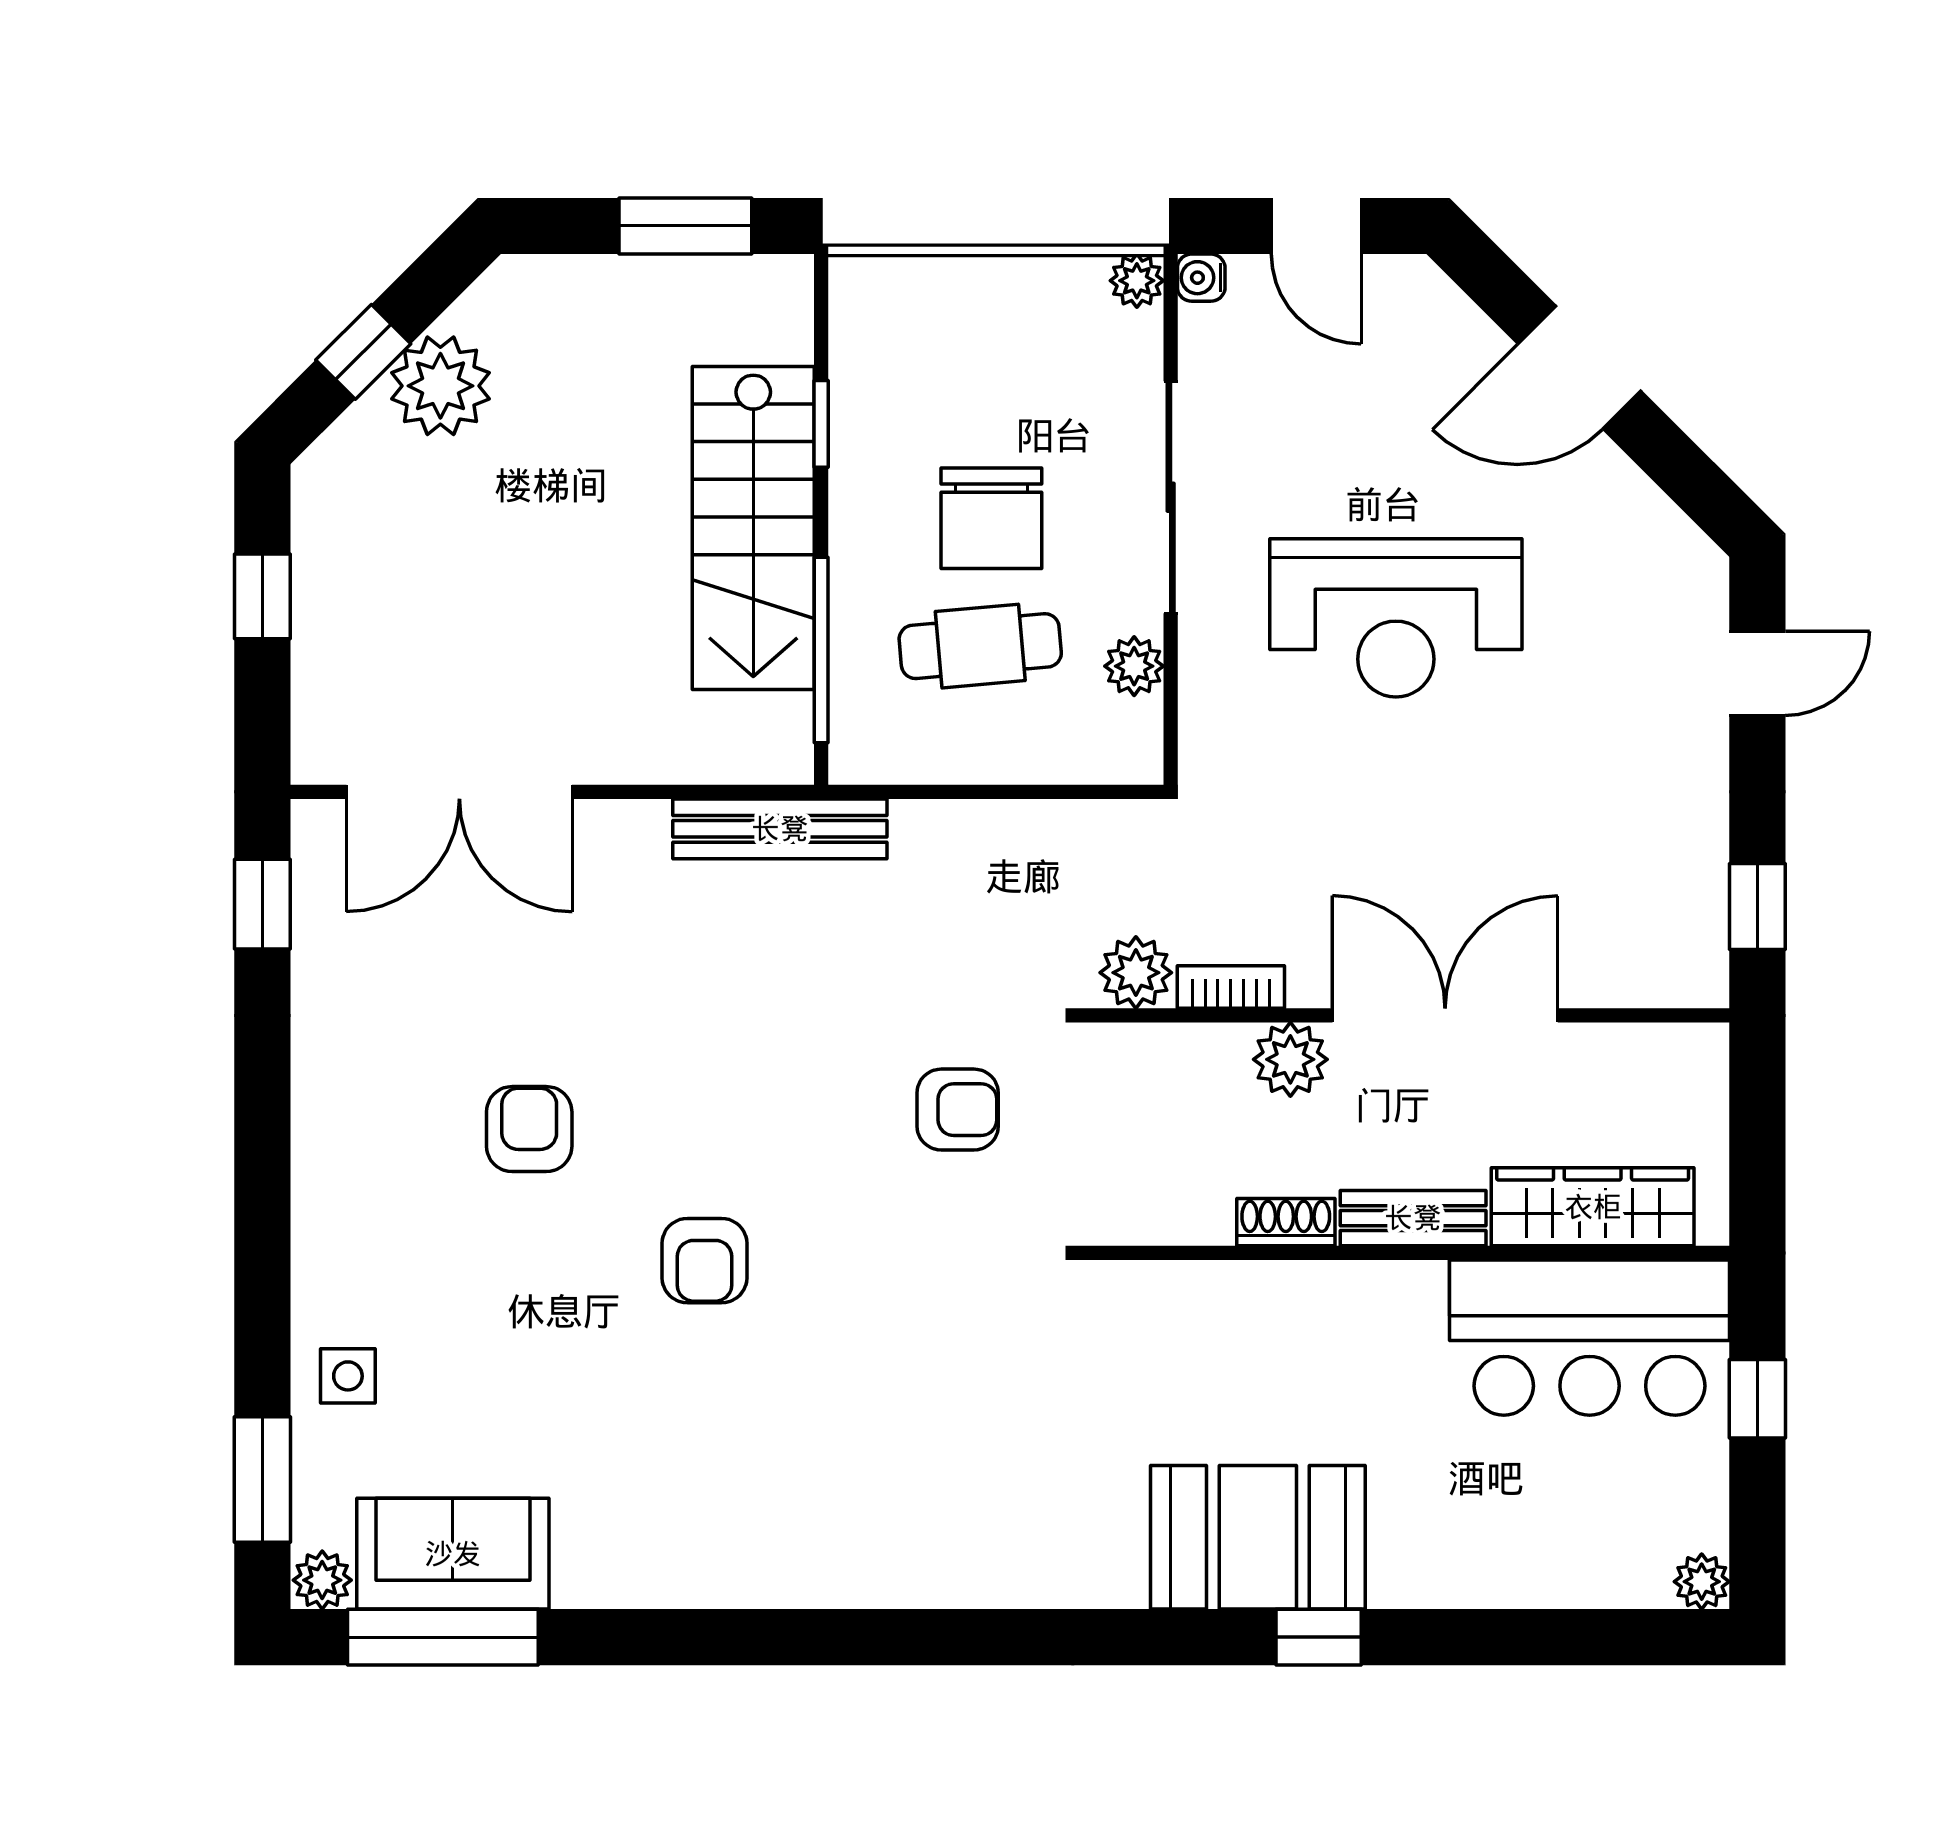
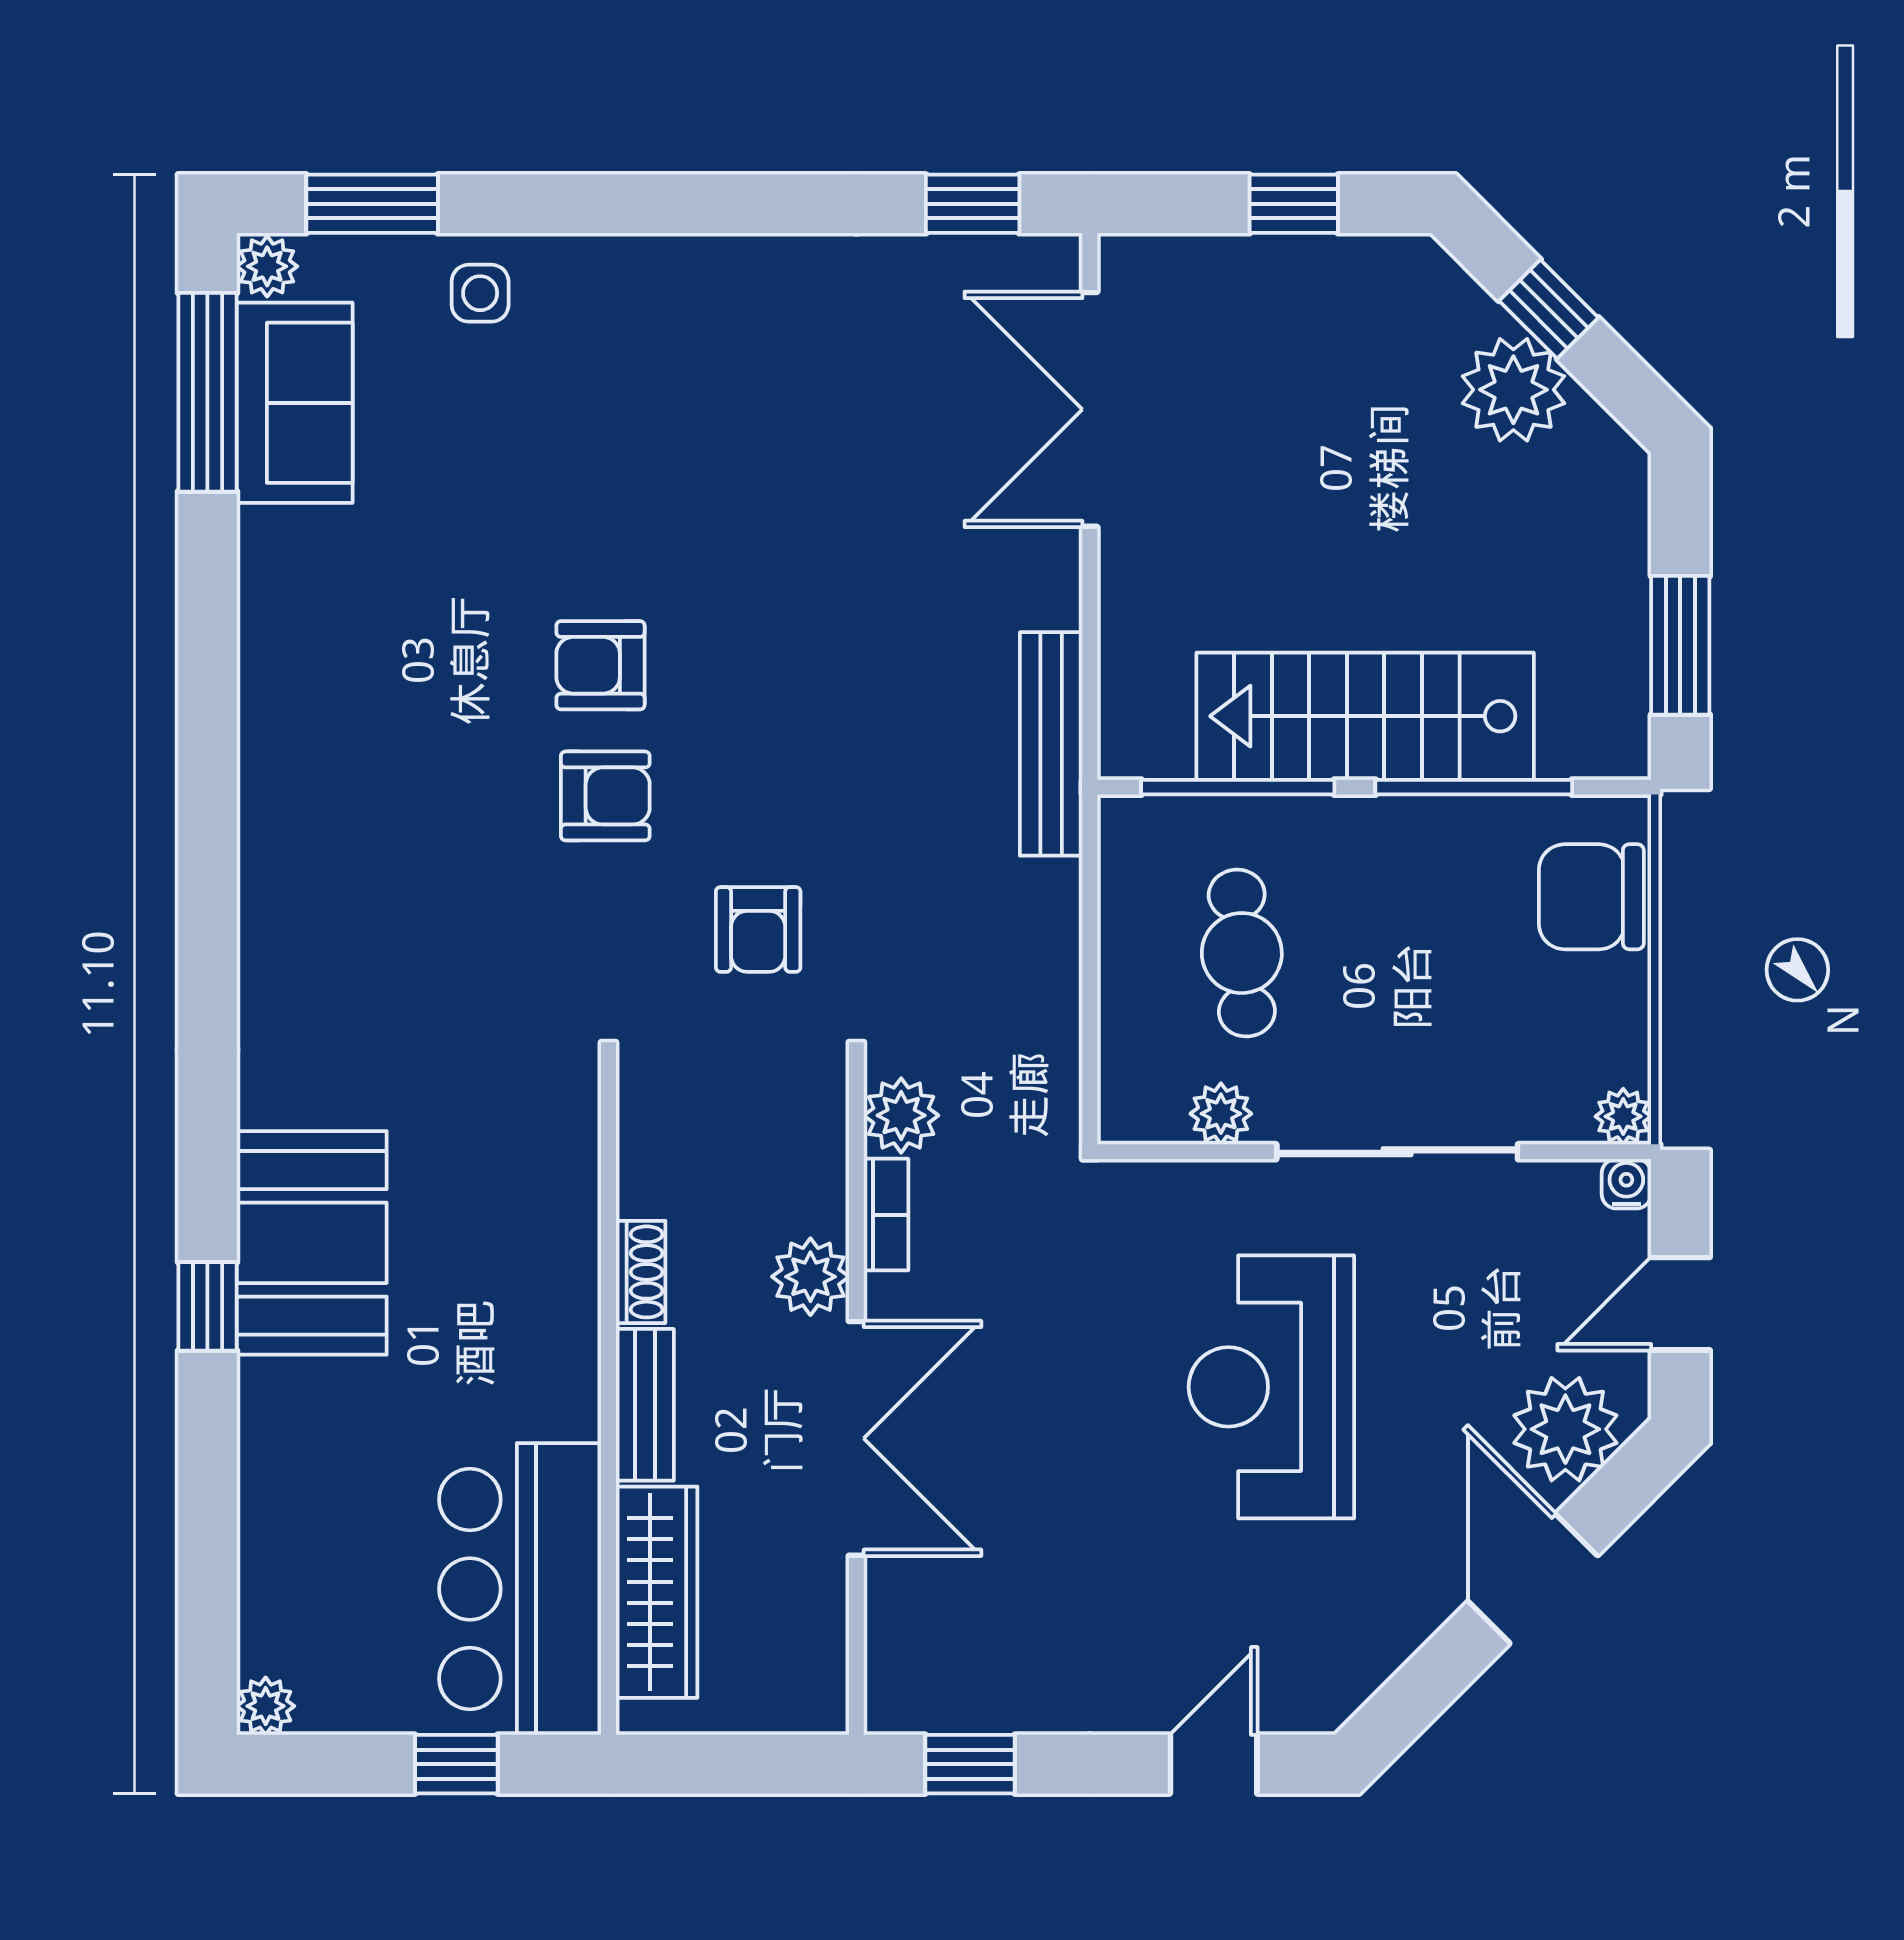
plant: (1436, 336) -> (1565, 1429), added
window: (821, 424) -> (1474, 787), width x2.17
chair: (991, 518) -> (1591, 897), moved
door: (1757, 673) -> (1214, 1764), swing flipped
armchair: (529, 1129) -> (605, 796), moved

